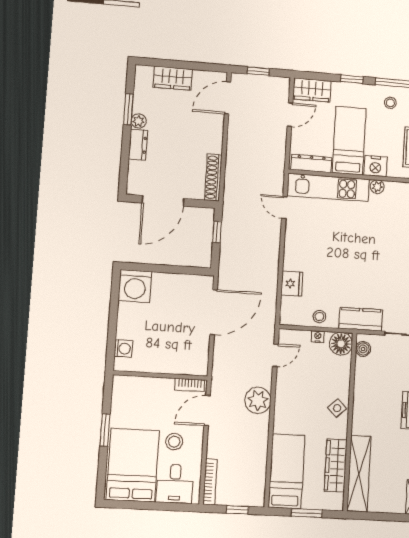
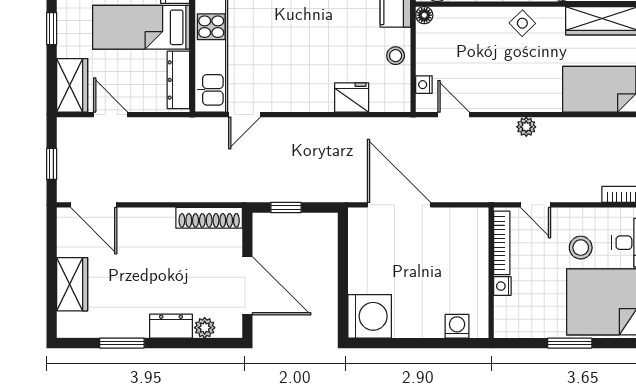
plant: (139, 121) -> (205, 328), moved
nightstand: (318, 337) -> (424, 85), moved
floor lamp: (341, 344) -> (424, 15), width x0.53, depth x0.53
nightstand: (150, 383) -> (502, 286), added
bookcase: (190, 385) -> (502, 243), width x1.56
plant: (258, 400) -> (526, 127), width x0.53, depth x0.53
door: (207, 411) -> (536, 205), width x0.73

